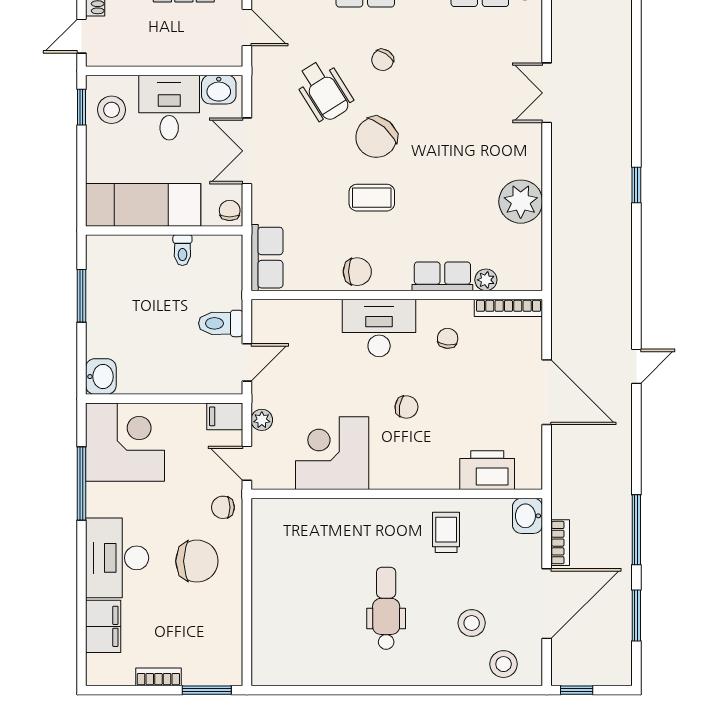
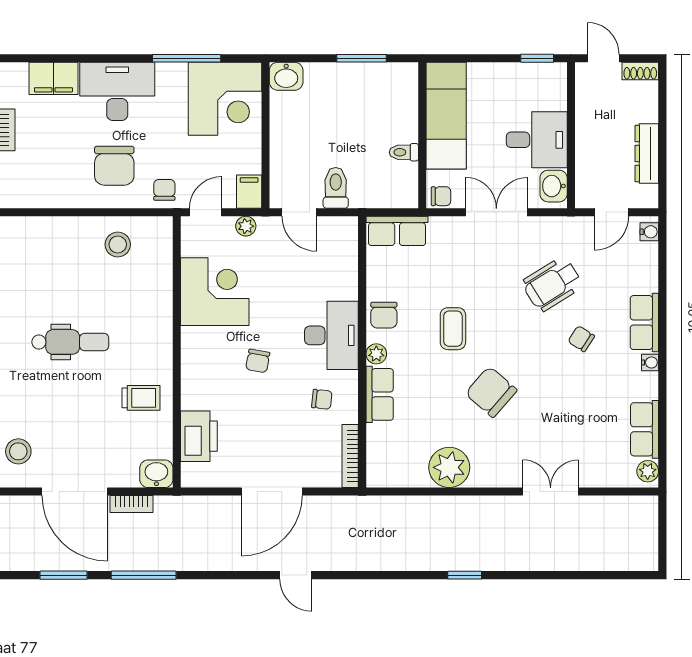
stool: (112, 110) -> (535, 86), removed
chair: (376, 137) -> (491, 392), moved
plant: (486, 280) -> (376, 354), moved
stool: (472, 623) -> (118, 244), moved

